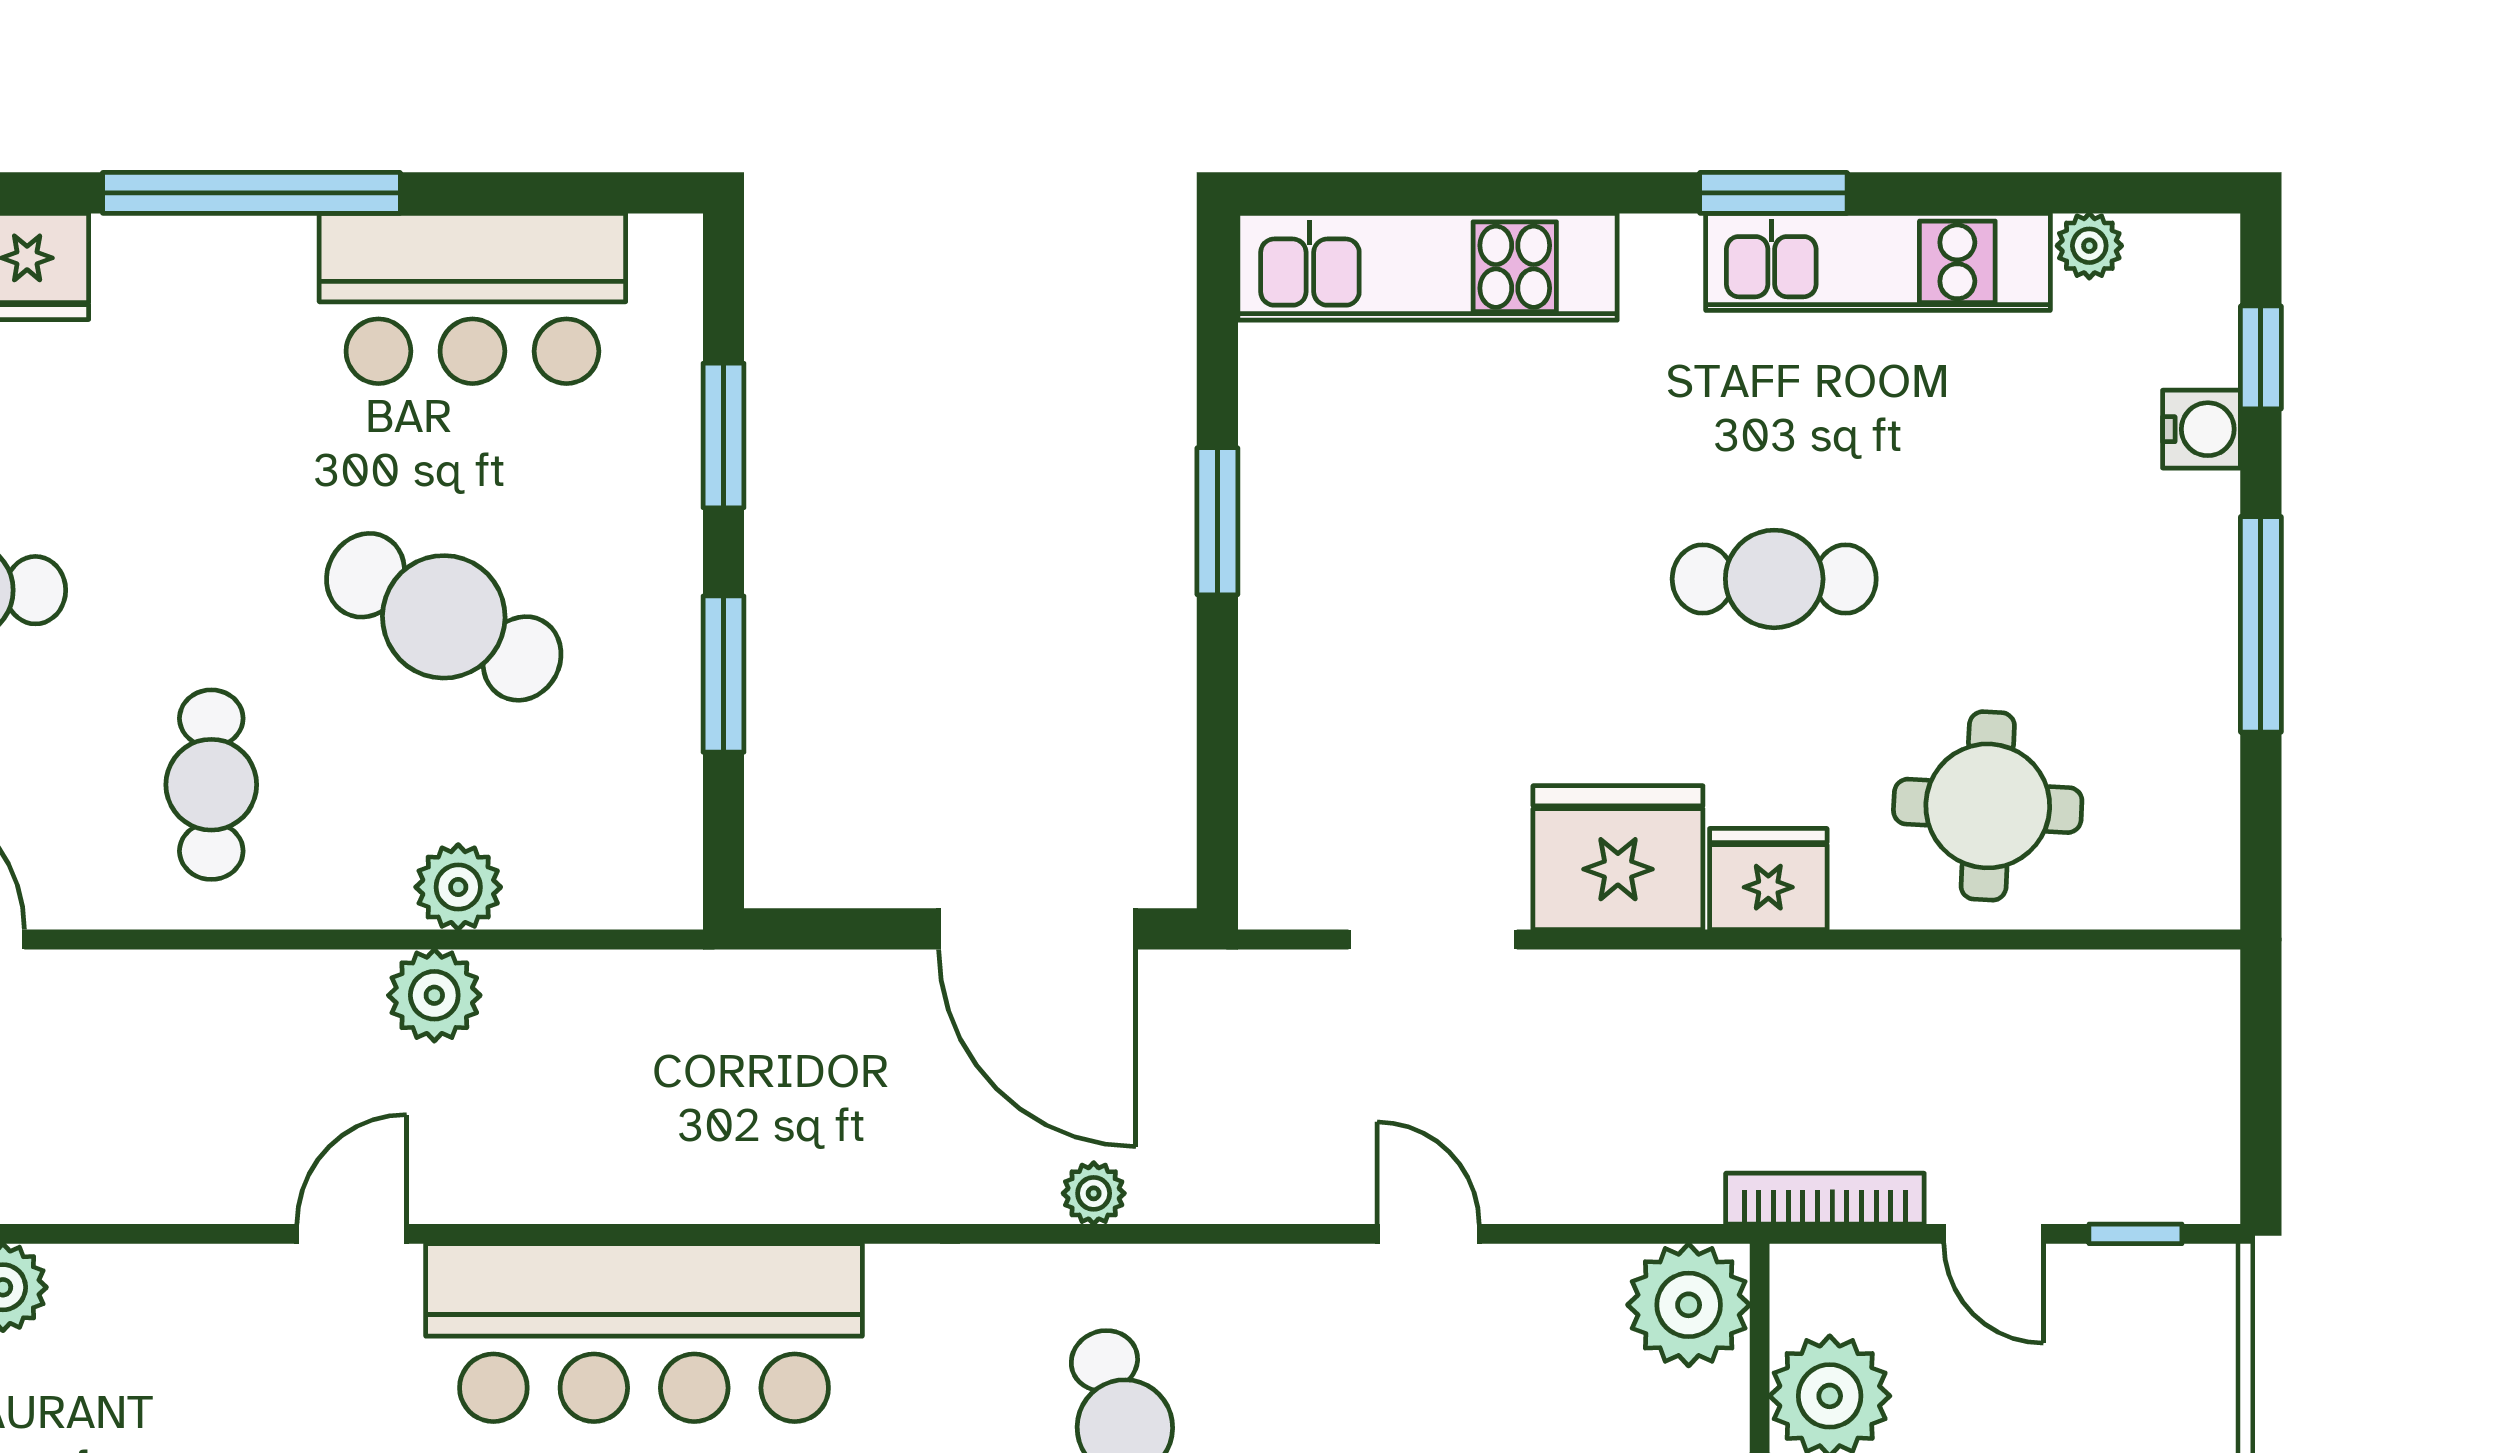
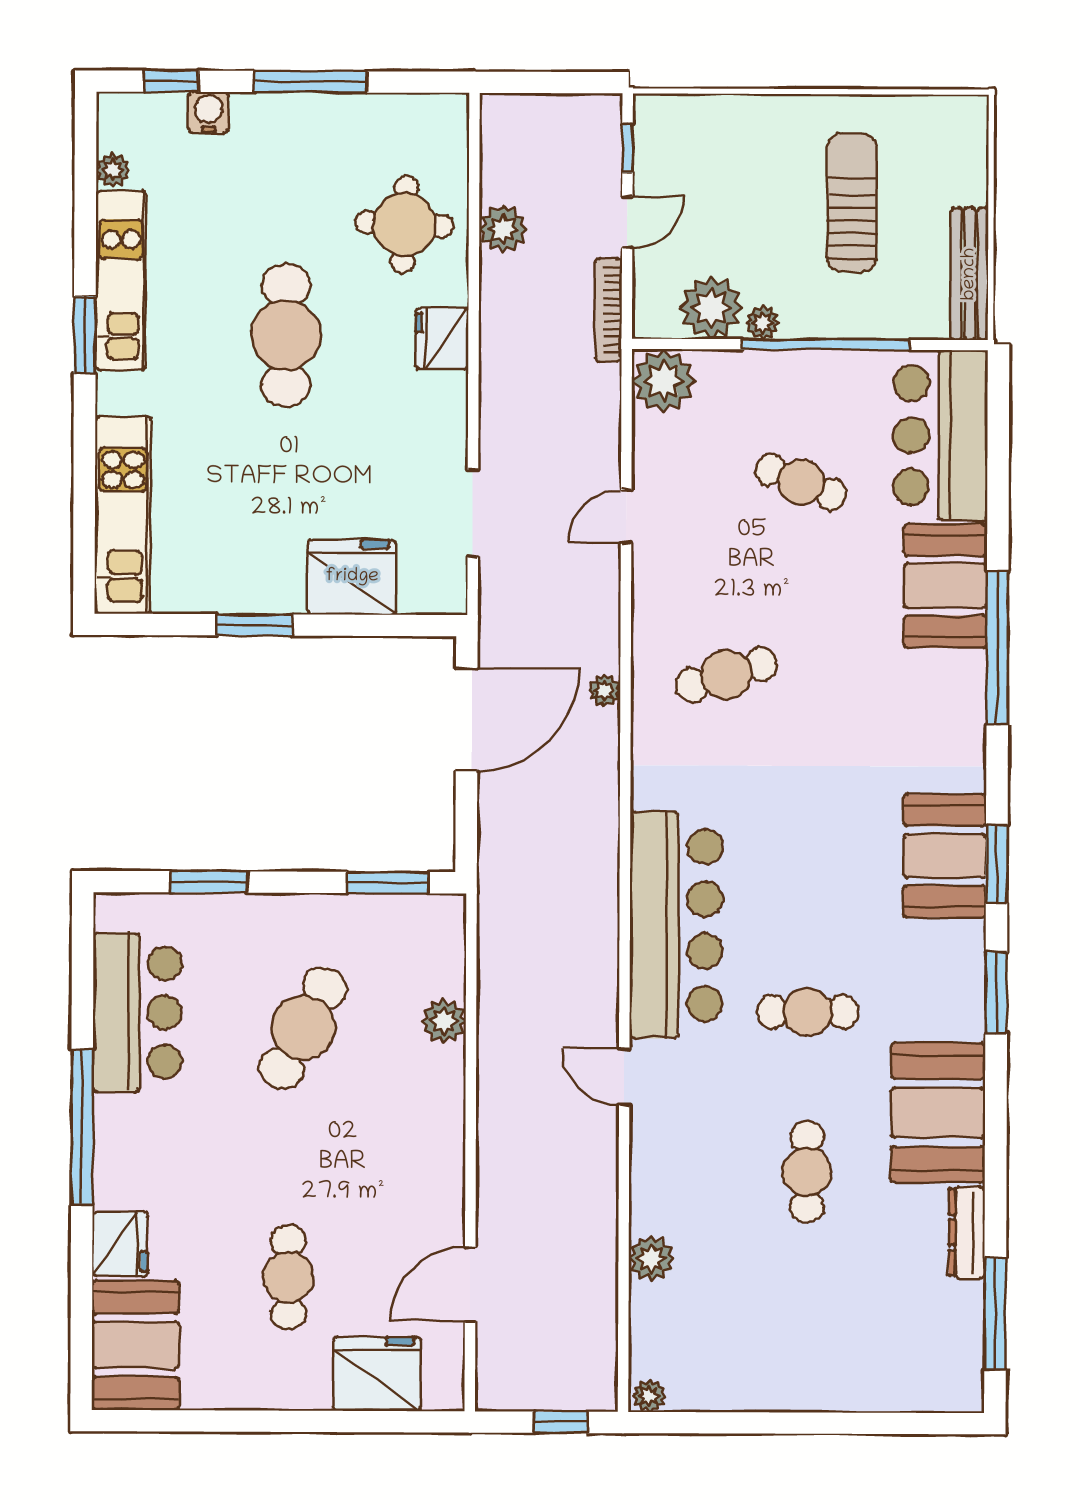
cafe table: (1774, 579) -> (286, 335), width x1.37, depth x1.35
window: (723, 674) -> (387, 883), moved
cafe table: (211, 785) -> (390, 1149), removed
fridge: (1618, 858) -> (352, 577), moved, turned 90
plant: (434, 995) -> (503, 229), moved

